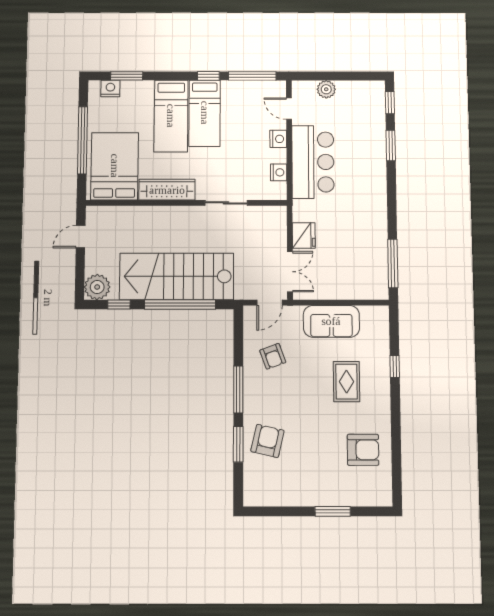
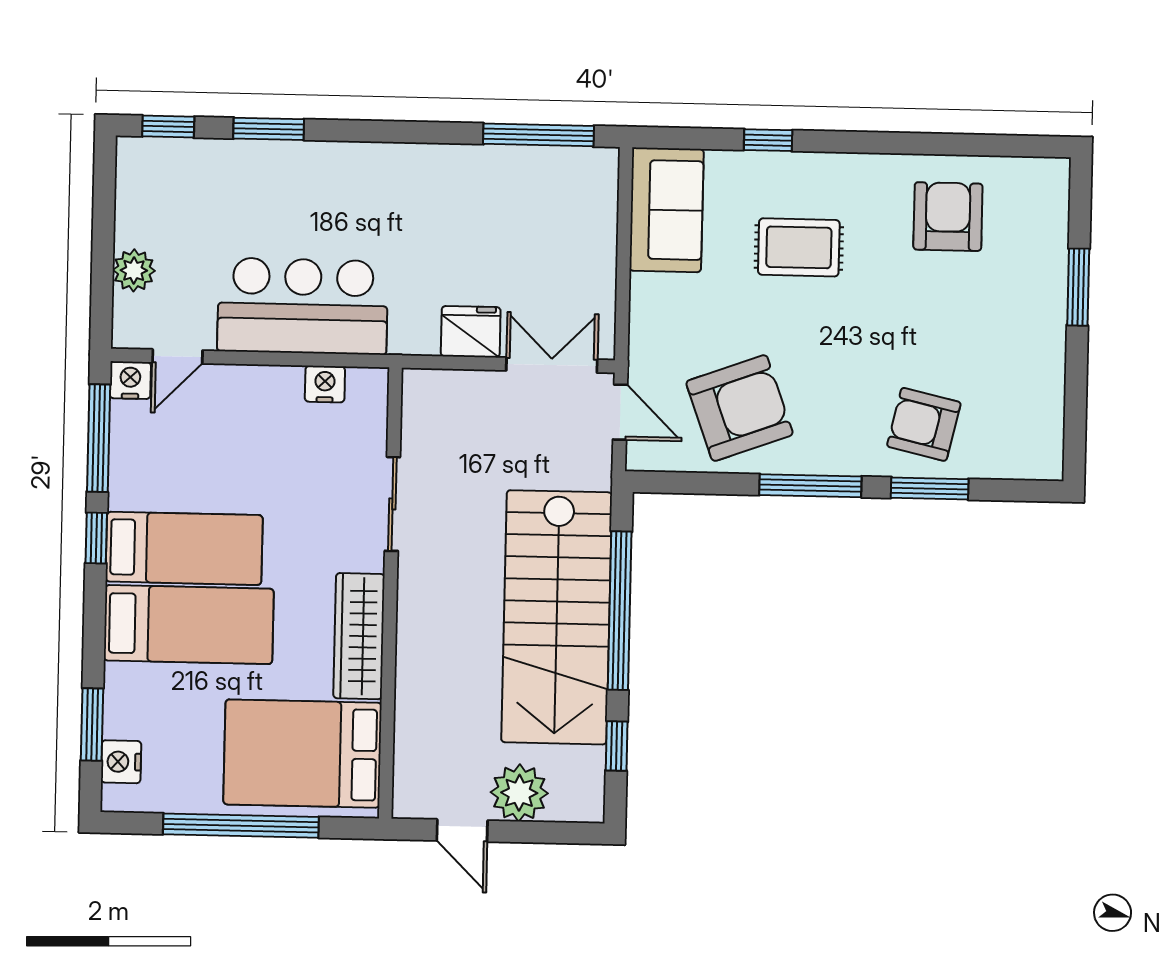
nightstand: (278, 139) -> (130, 380), moved
plant: (97, 287) -> (519, 793), moved
sofa: (331, 321) -> (667, 210), moved
armchair: (273, 356) -> (739, 408), width x1.88, depth x1.88

